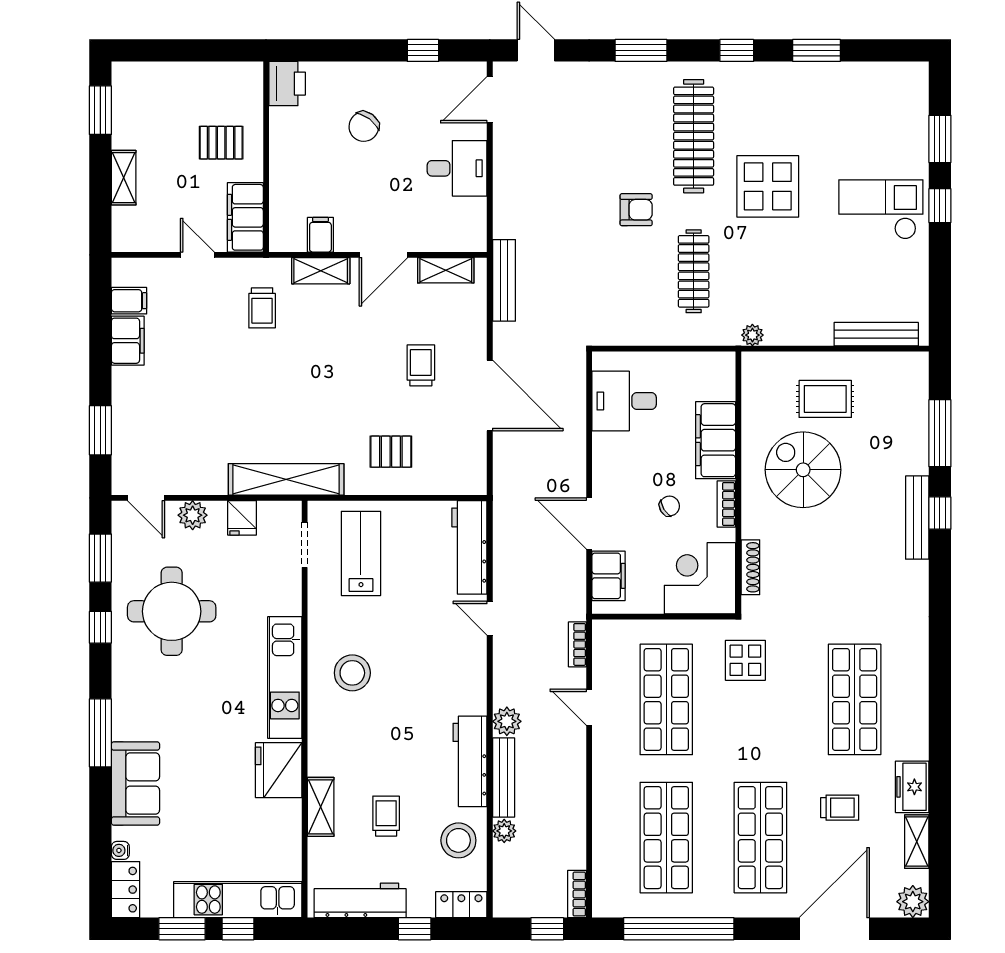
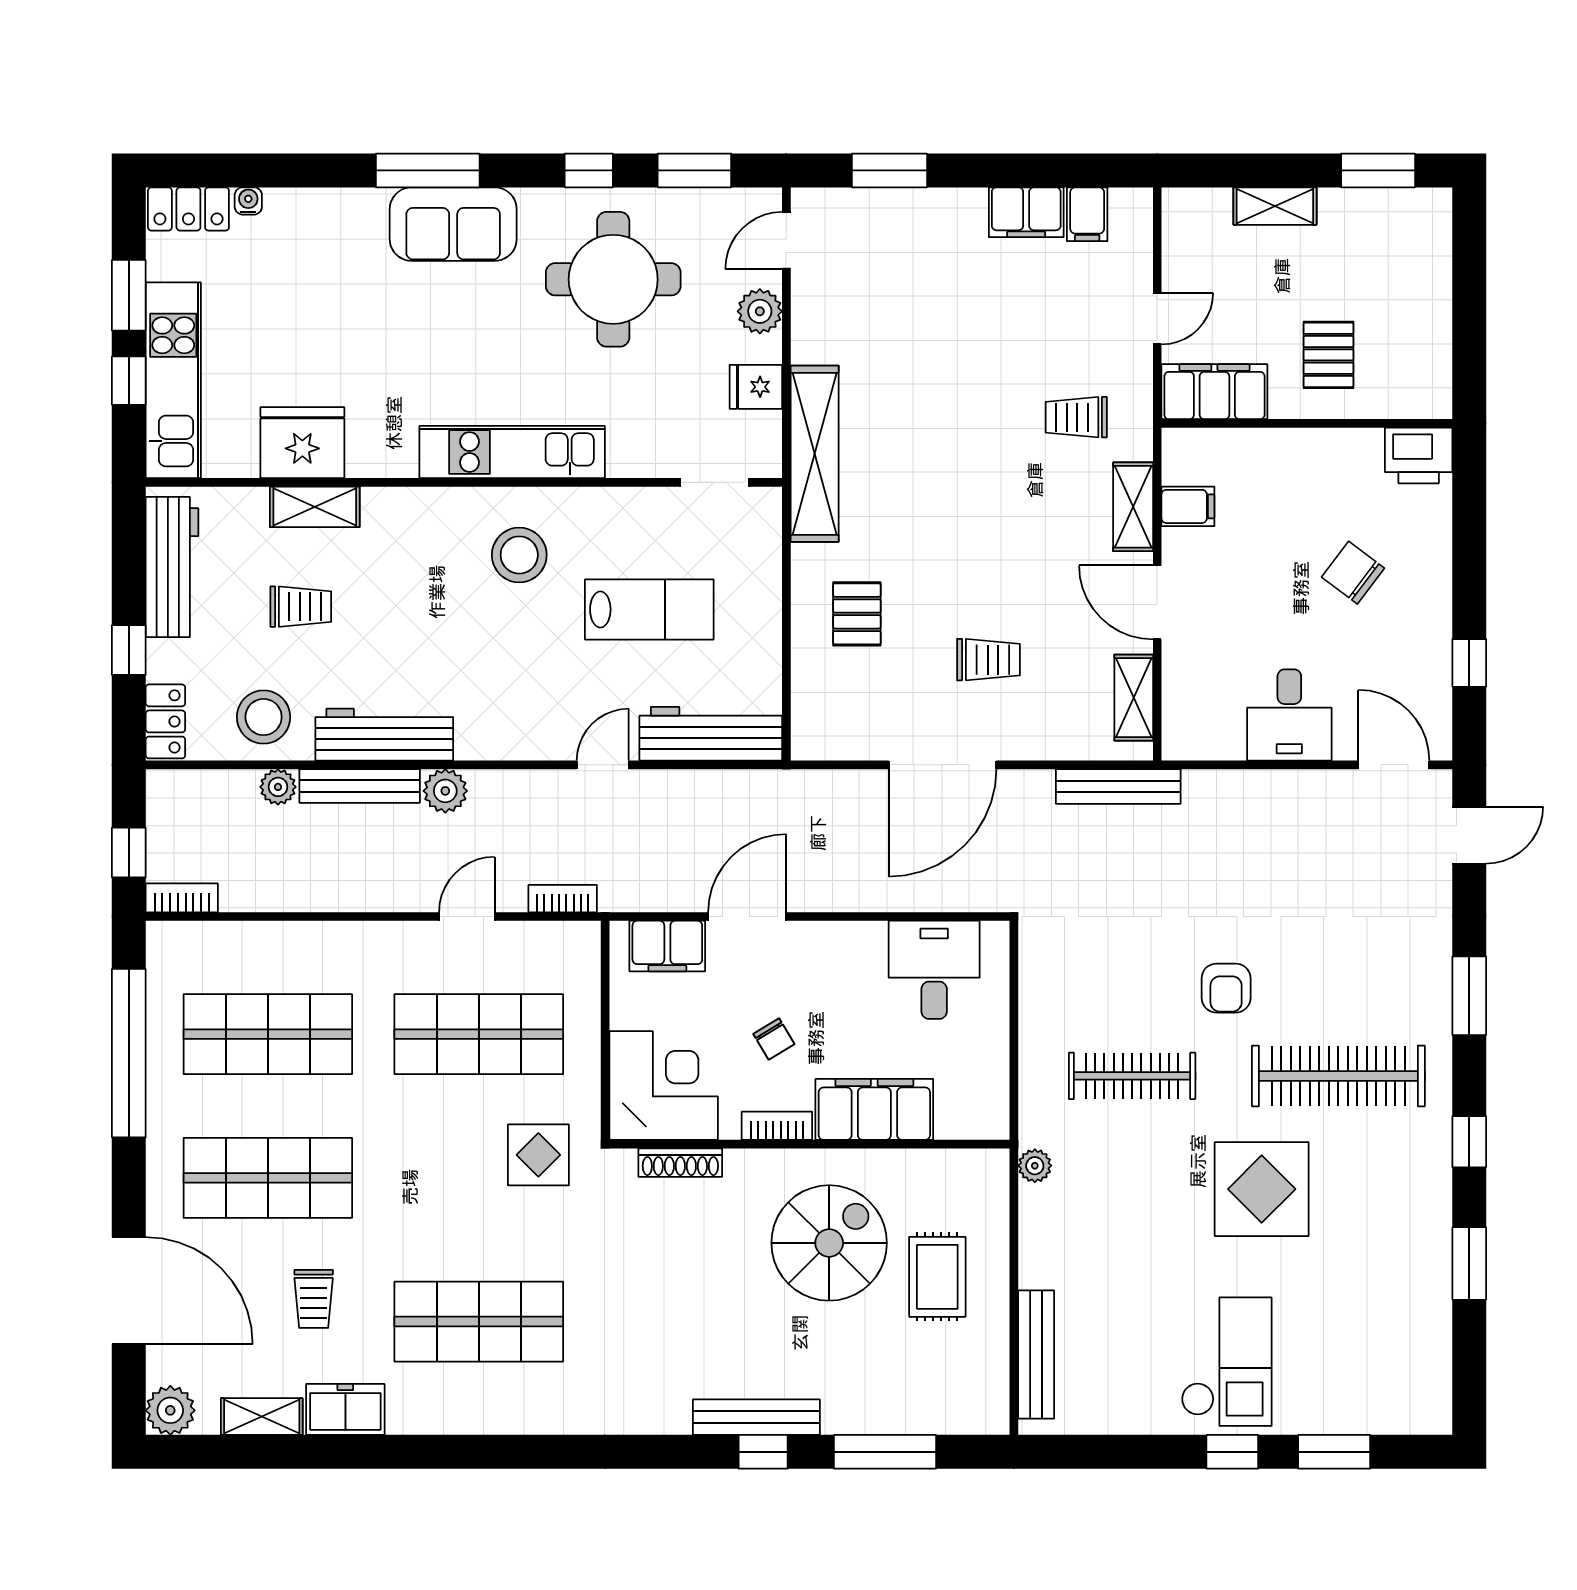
lab bench: (361, 553) -> (649, 610), moved
fridge: (279, 770) -> (302, 443), moved
sofa: (135, 784) -> (453, 224), moved

